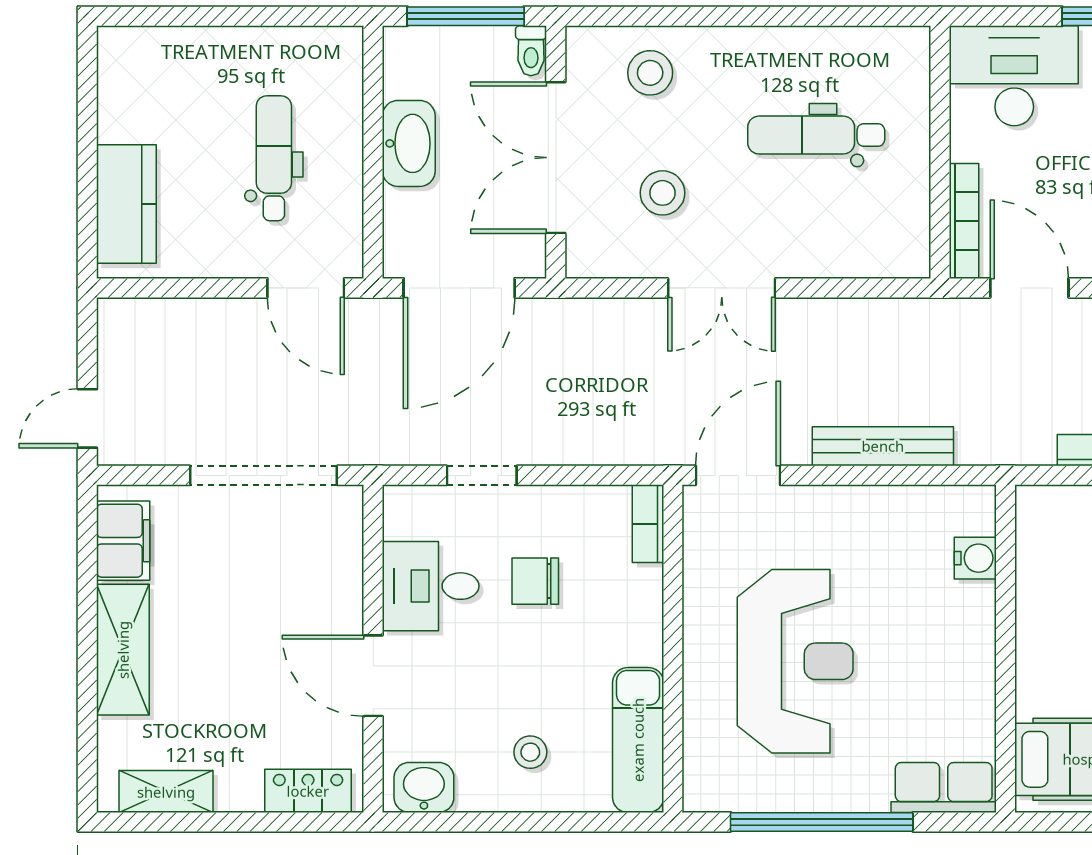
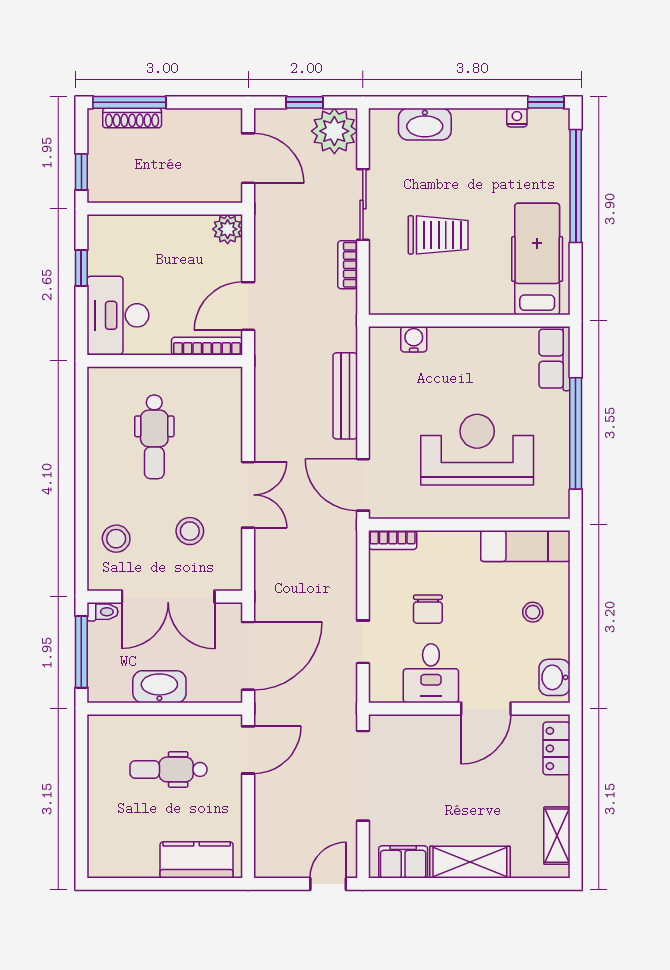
door: (459, 288) -> (248, 656), hinge flipped
door: (87, 418) -> (328, 884), swing flipped

